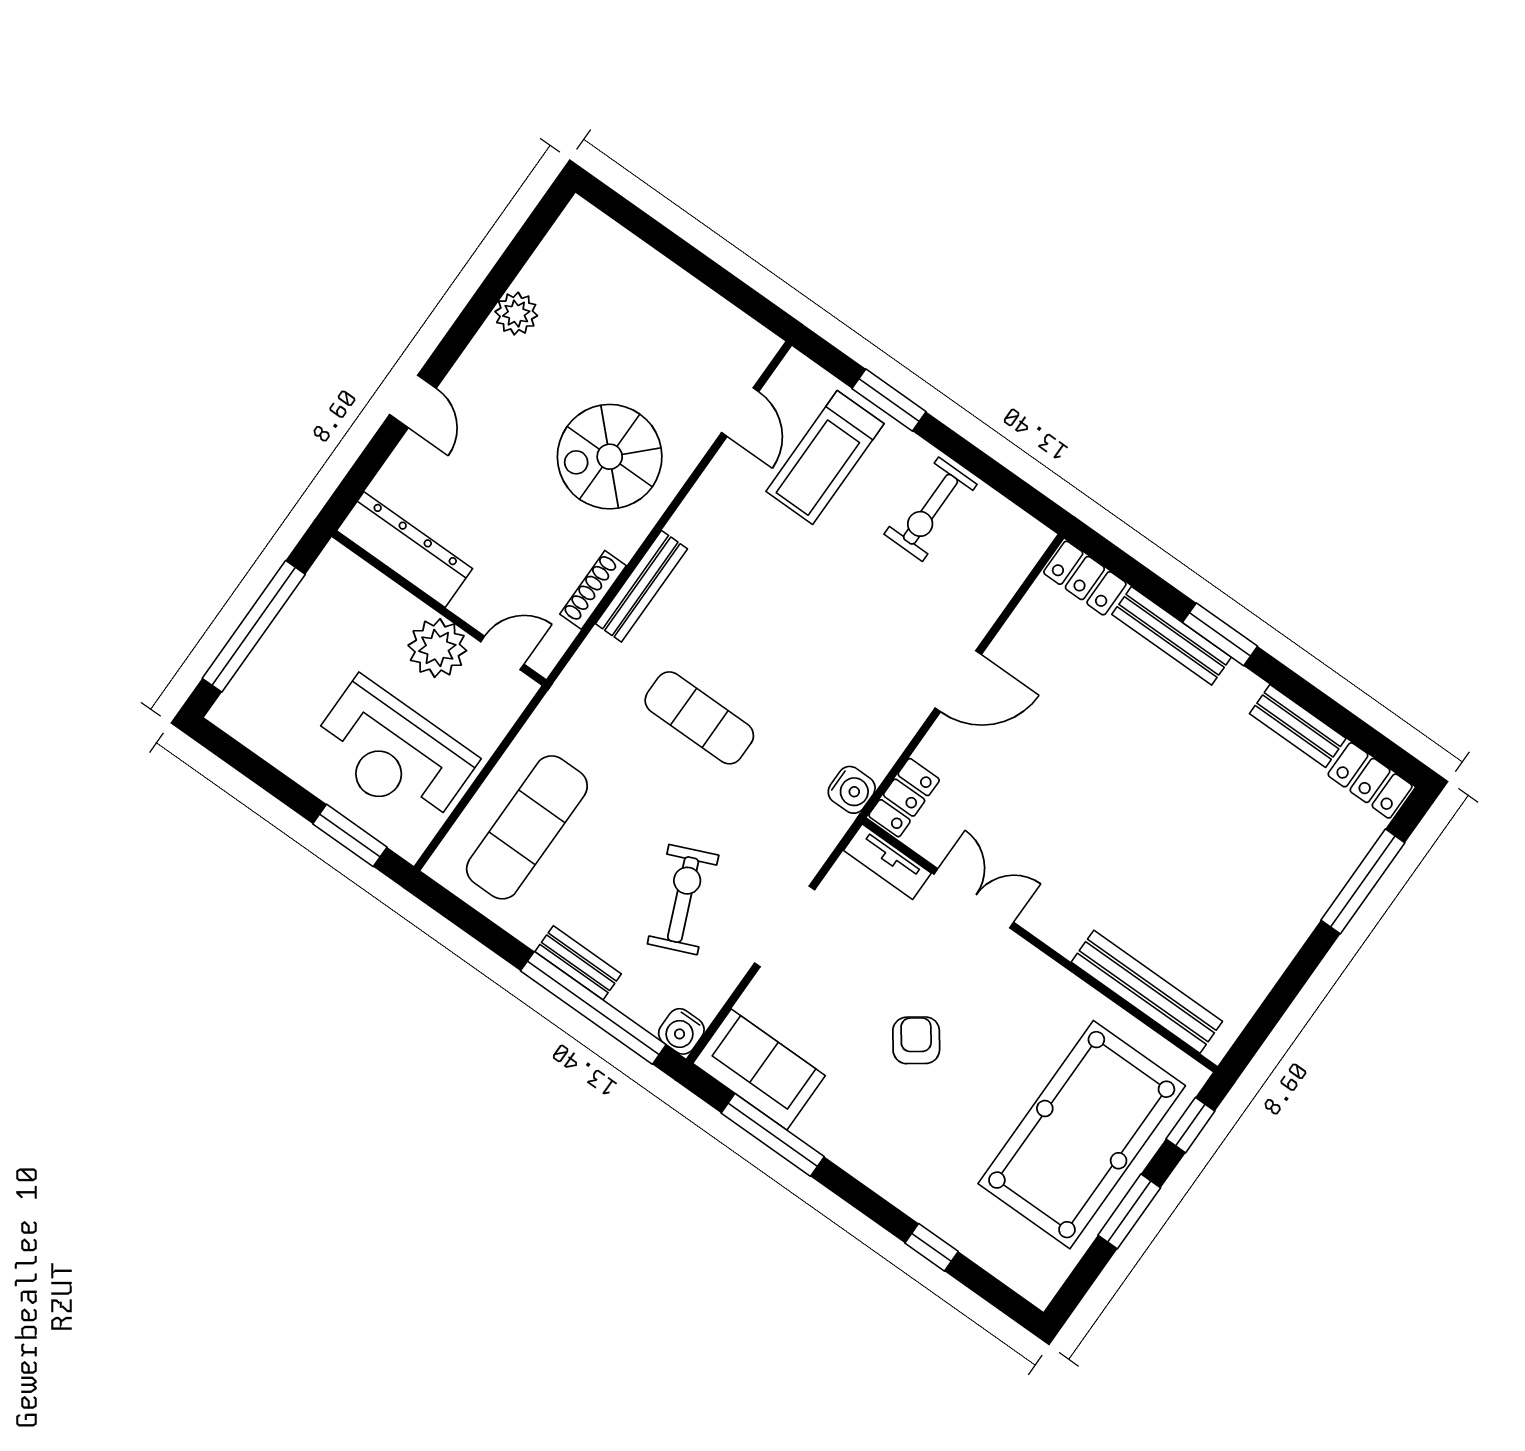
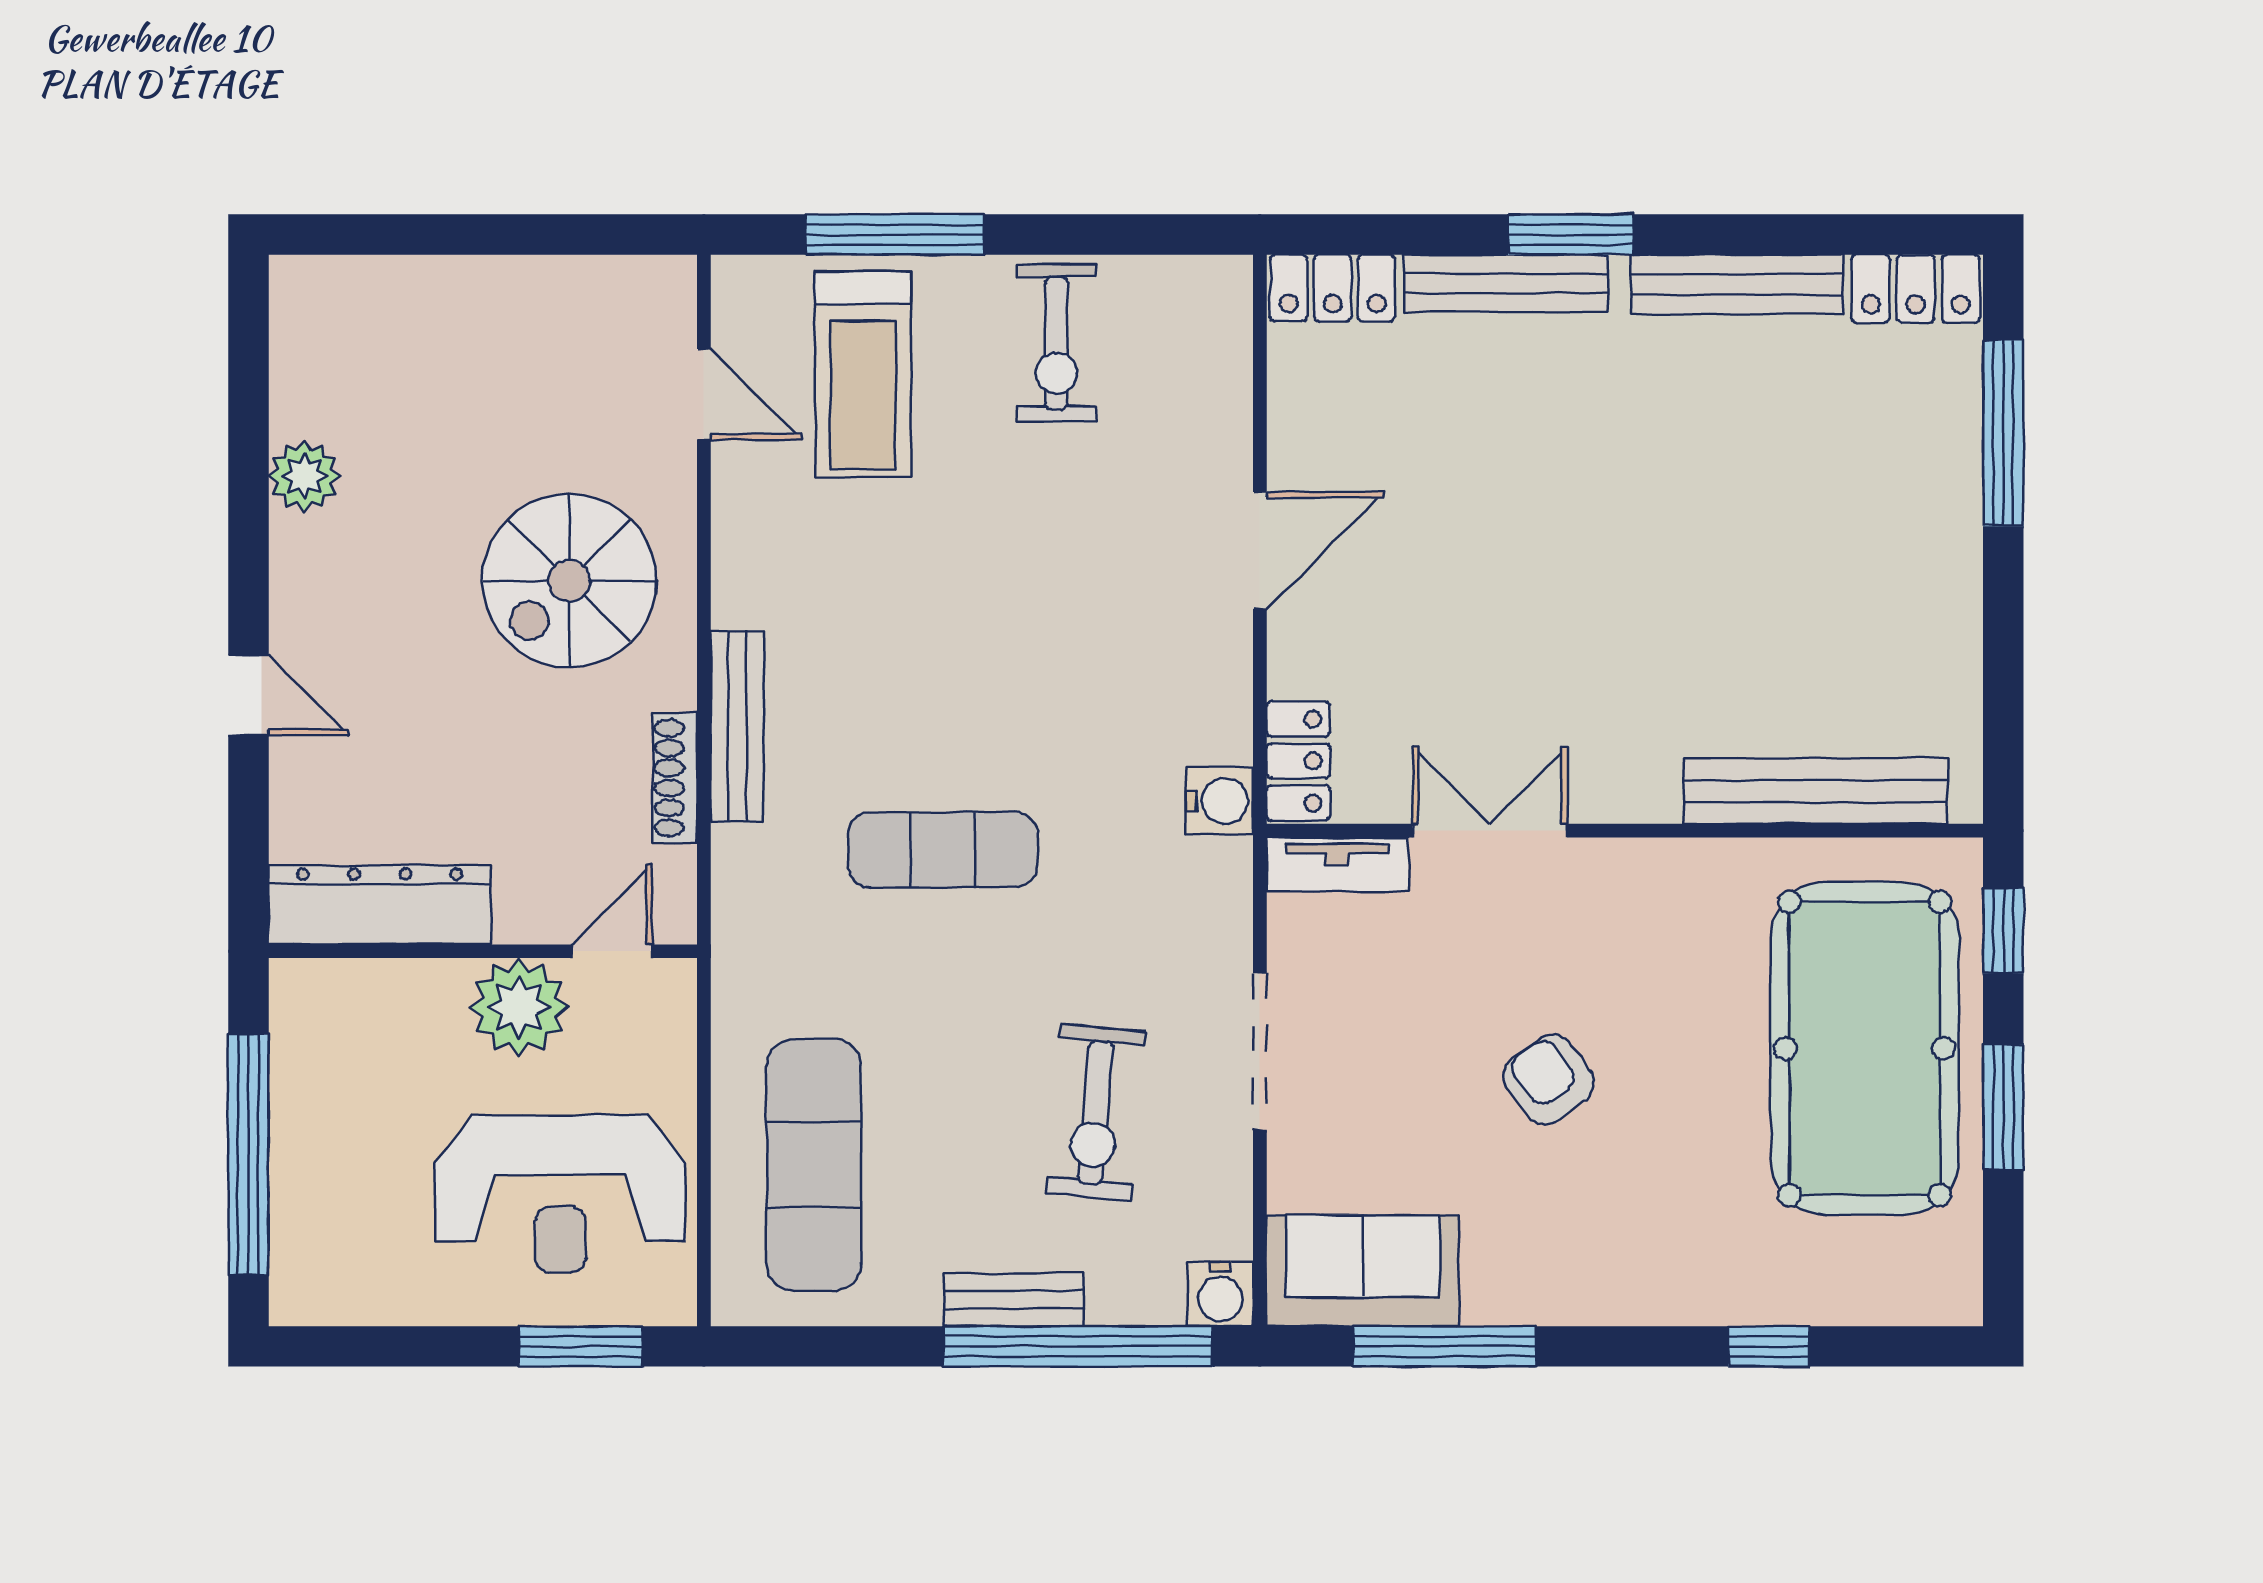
window: (889, 400) -> (895, 235), width x1.44
bench: (1298, 726) -> (1737, 284), width x1.36
exercise bike: (683, 900) -> (1096, 1113), turned -152

